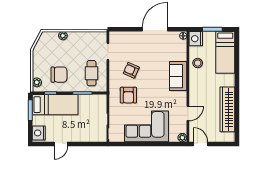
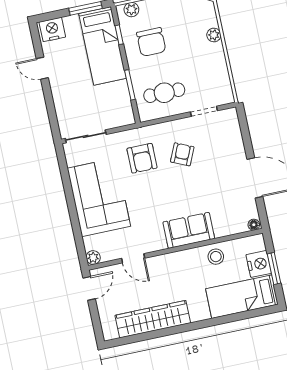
nightstand: (196, 39) -> (259, 264), moved, turned 90
armchair: (128, 95) -> (142, 158), turned -90

